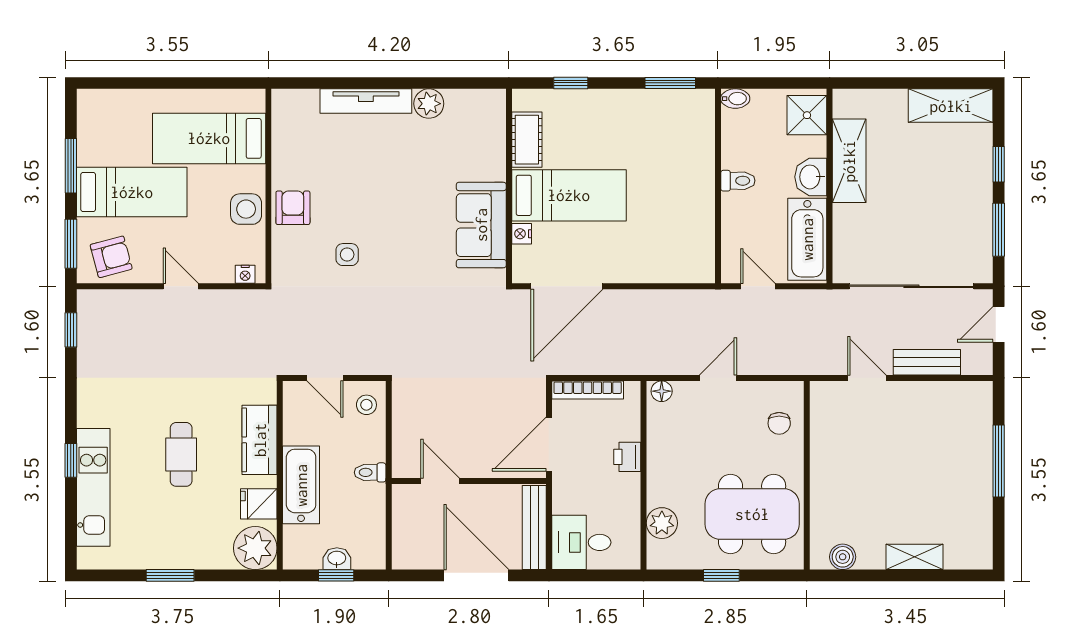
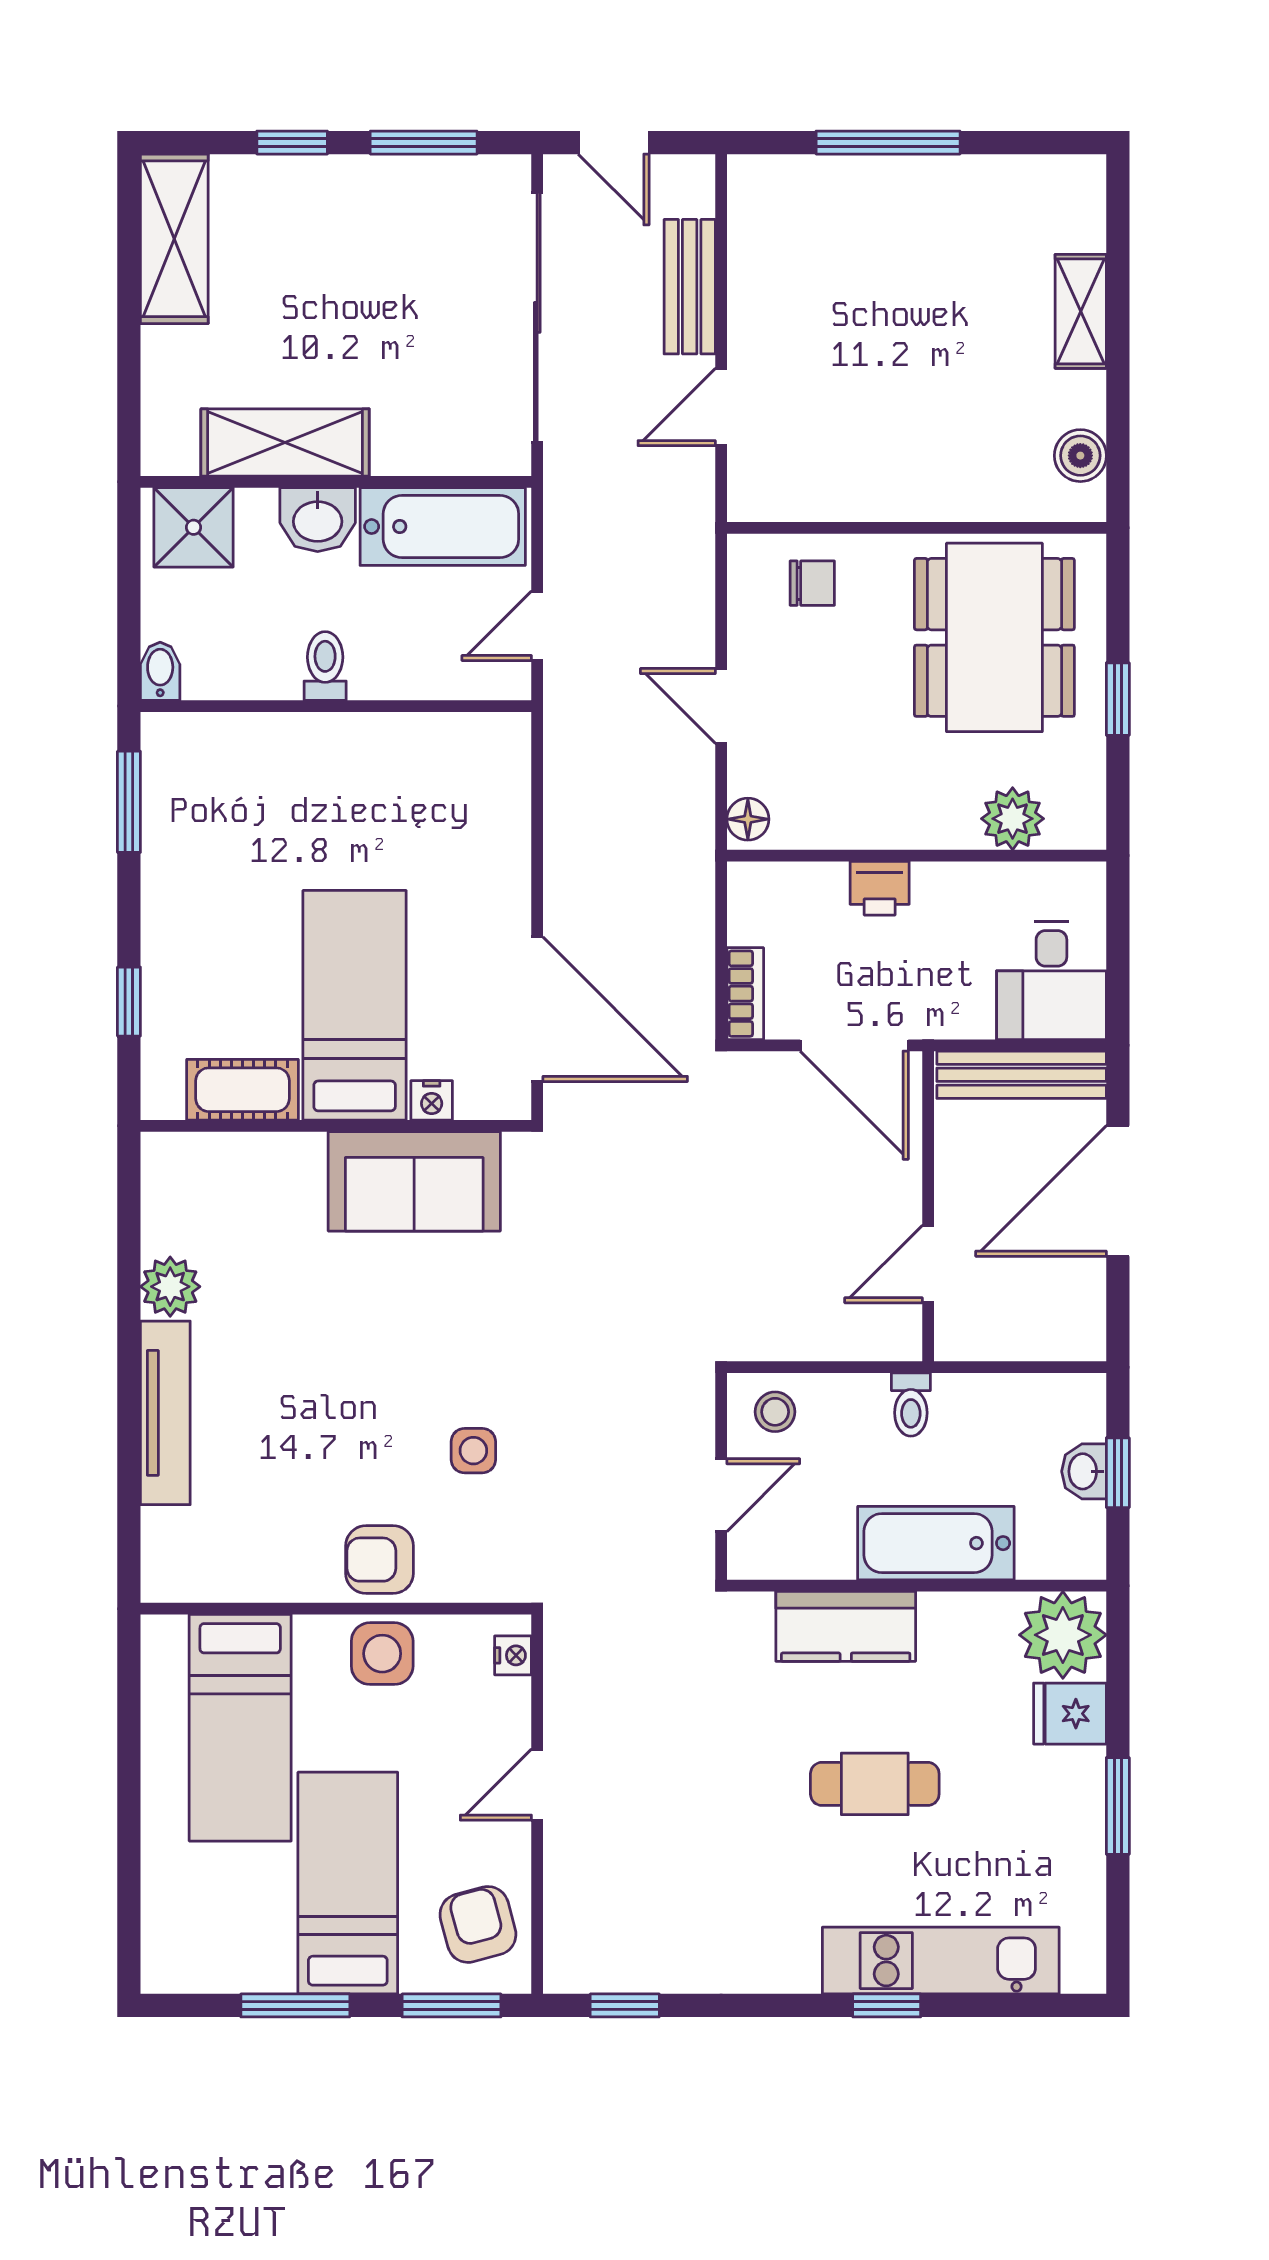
bookcase: (588, 390) -> (745, 994), width x0.64
fridge: (259, 504) -> (1070, 1714), moved, turned 90

